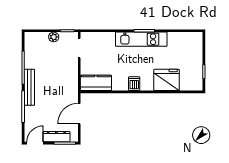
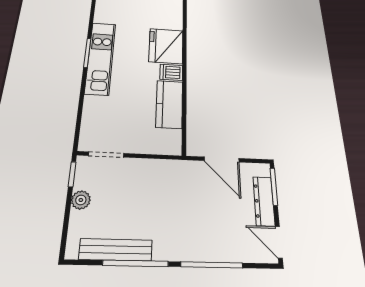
fridge: (167, 80) -> (166, 46), moved
kitchen counter: (96, 83) -> (169, 104), moved
bench: (29, 87) -> (116, 250), moved

